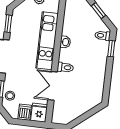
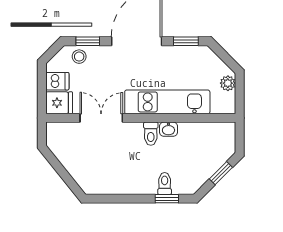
toilet: (103, 36) -> (165, 184), moved
toilet: (65, 67) -> (151, 134), moved

